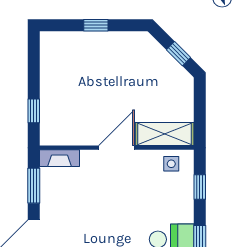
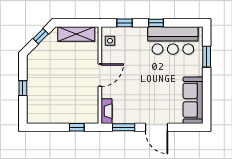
shelving: (165, 134) -> (76, 34), moved, turned 90
door: (117, 148) -> (100, 75), swing flipped

